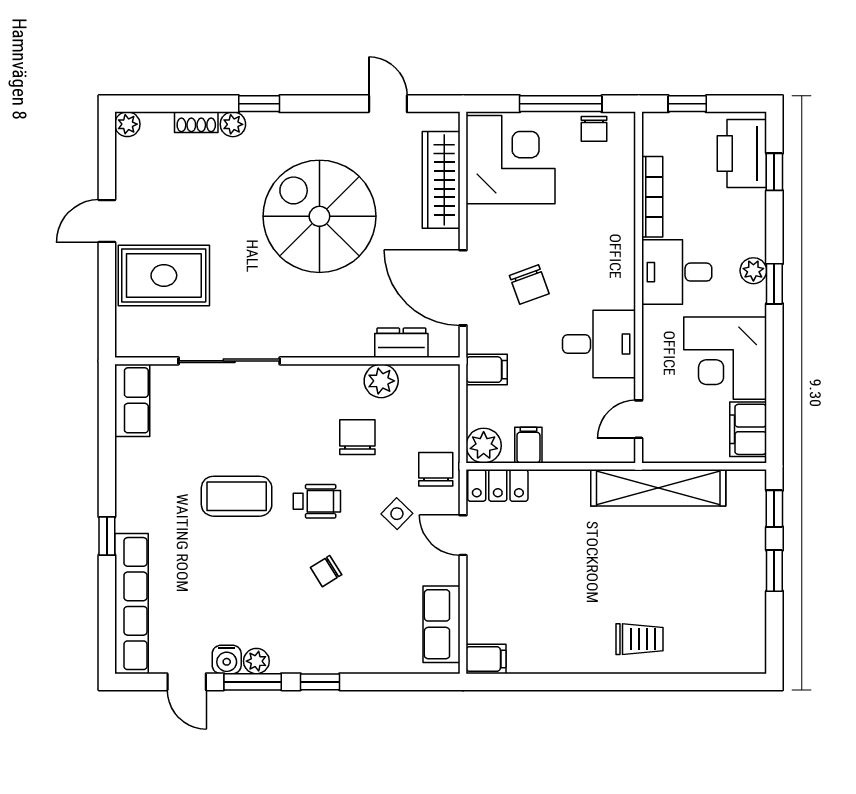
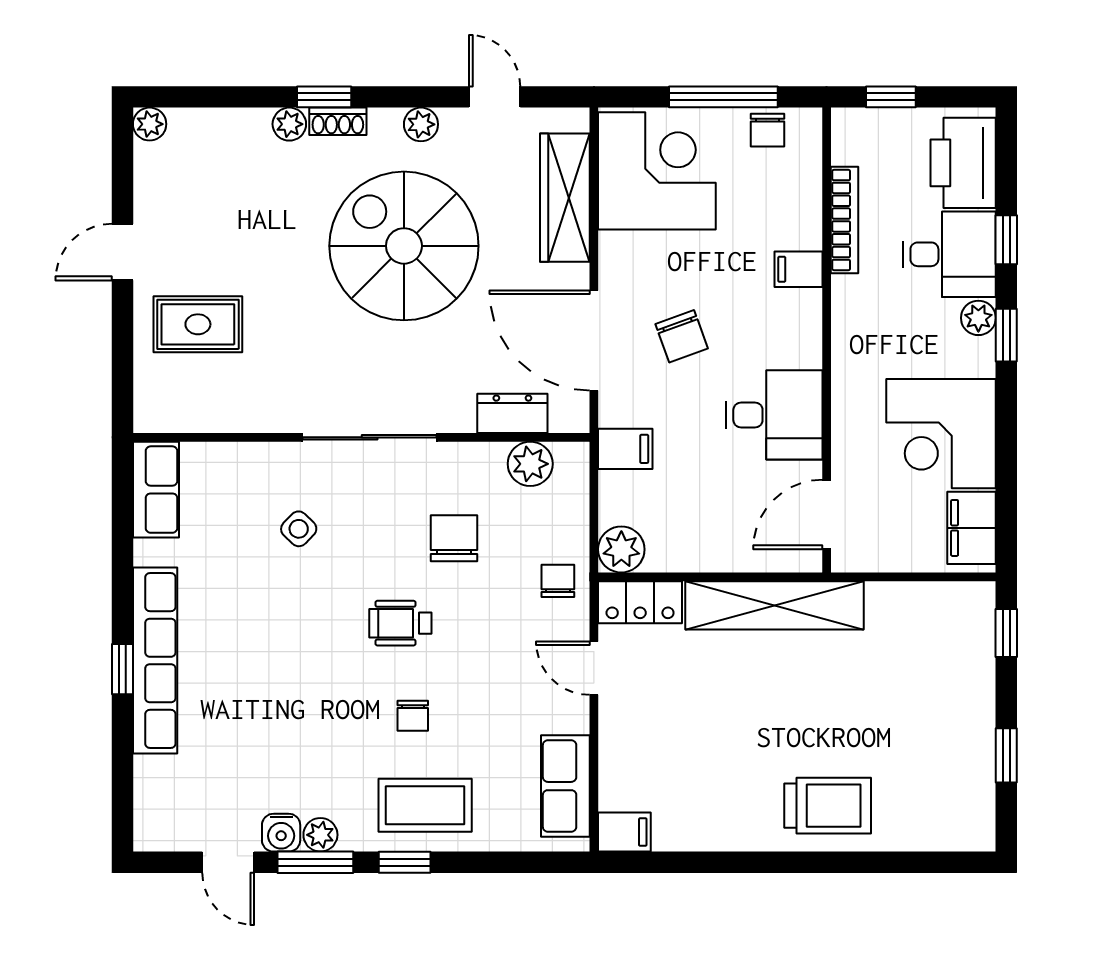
shoe rack: (196, 122) -> (338, 121), moved
plant: (332, 125) -> (421, 124), added
window: (774, 172) -> (1006, 240), moved
desk: (677, 272) -> (949, 254), moved, turned 180
rug: (164, 275) -> (198, 324), width x0.73, depth x0.70
sliding door: (229, 361) -> (370, 437), moved
plant: (381, 381) -> (530, 464), moved
door: (639, 419) -> (827, 515), width x1.38
filing cabinet: (528, 445) -> (798, 269), moved, turned -90
chair: (436, 469) -> (558, 581), width x0.73, depth x0.73
shelving: (658, 488) -> (774, 605), moved
coffee table: (237, 496) -> (425, 805), moved
wheelchair: (317, 501) -> (400, 623), turned 180
side table: (397, 514) -> (299, 529), moved
chair: (326, 571) -> (413, 716), turned -58
window: (774, 571) -> (1006, 755), moved
row of seats: (132, 604) -> (155, 660), moved
trolley: (639, 639) -> (828, 806), width x1.36, depth x1.39

